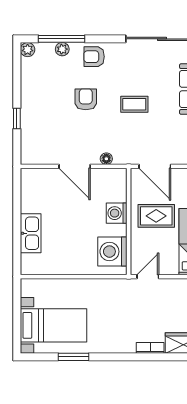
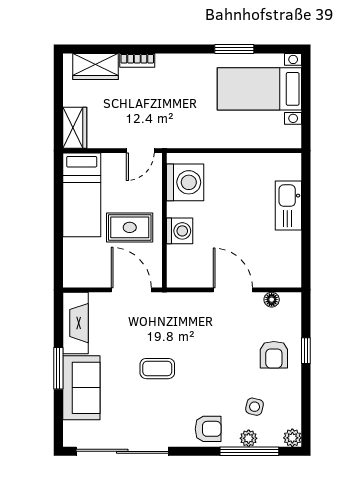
side table: (57, 74) -> (255, 407), added
armchair: (86, 99) -> (274, 355), moved
floor lamp: (106, 159) -> (272, 300), moved

